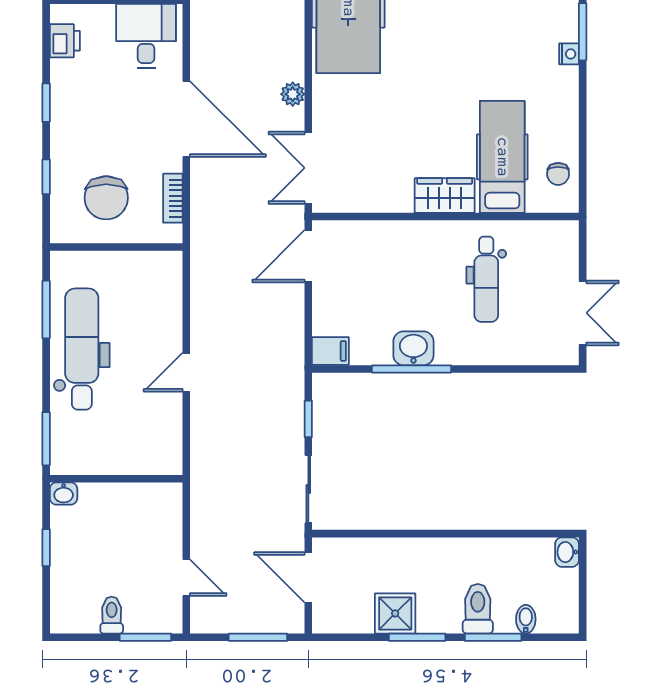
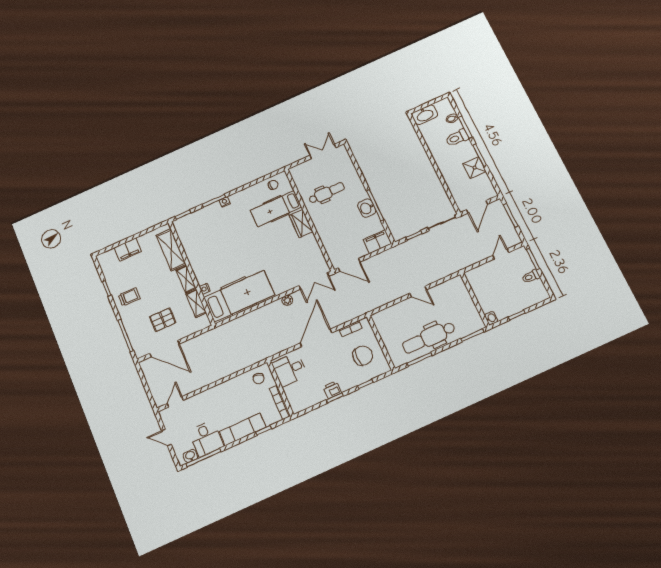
printer: (65, 41) -> (332, 390), moved
filing cabinet: (330, 351) -> (377, 242), width x2.00
washbasin: (567, 552) -> (425, 115), width x1.91, depth x1.45

